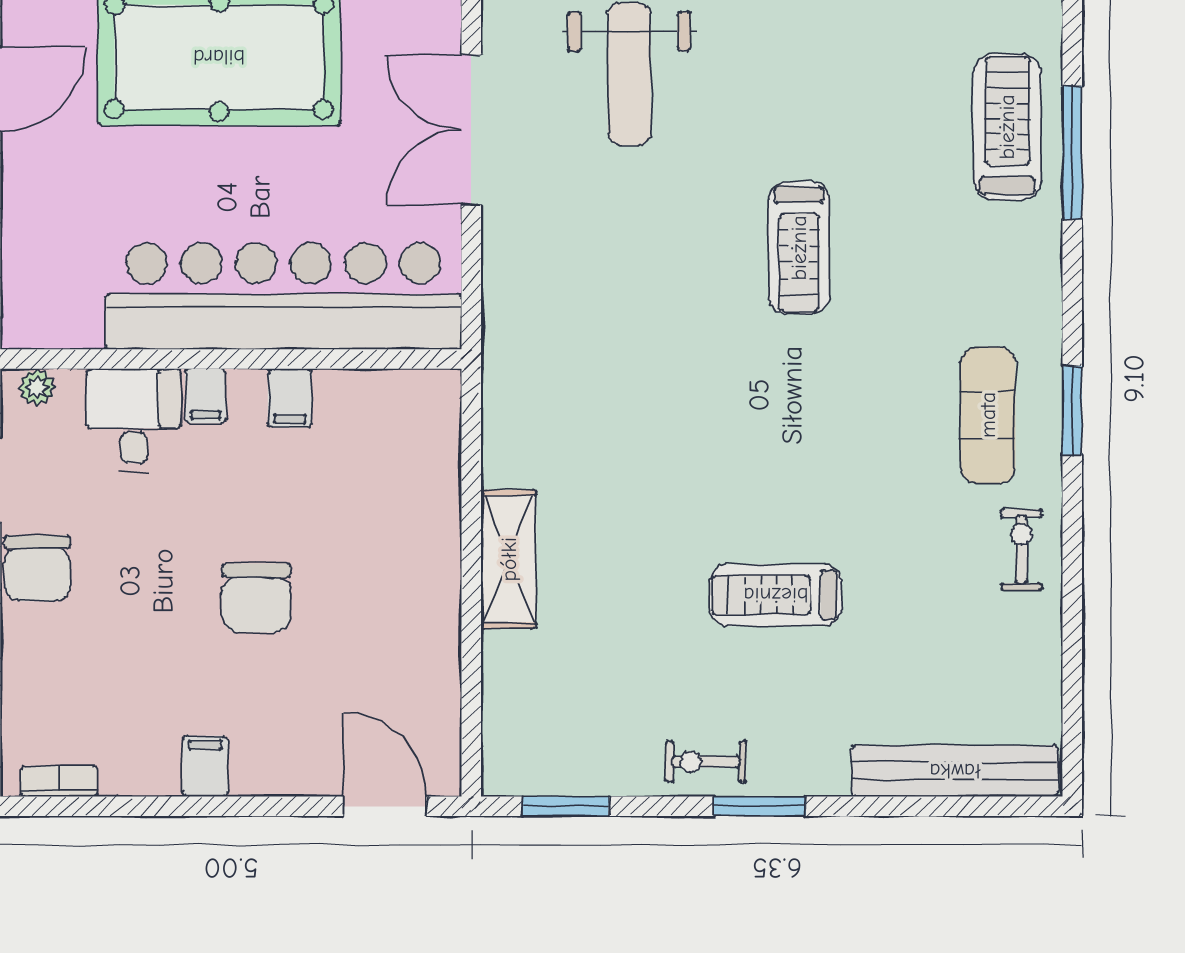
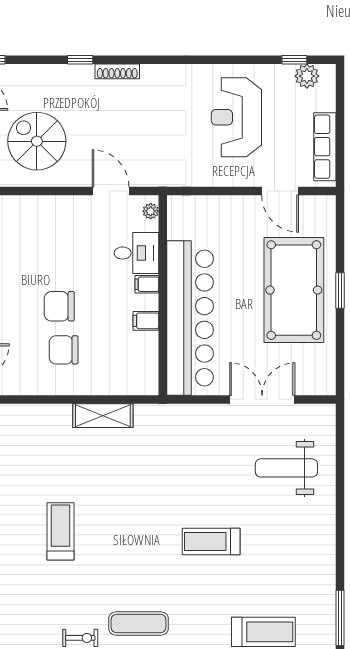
shelving: (509, 559) -> (103, 416), moved
chair: (37, 568) -> (64, 350), moved

